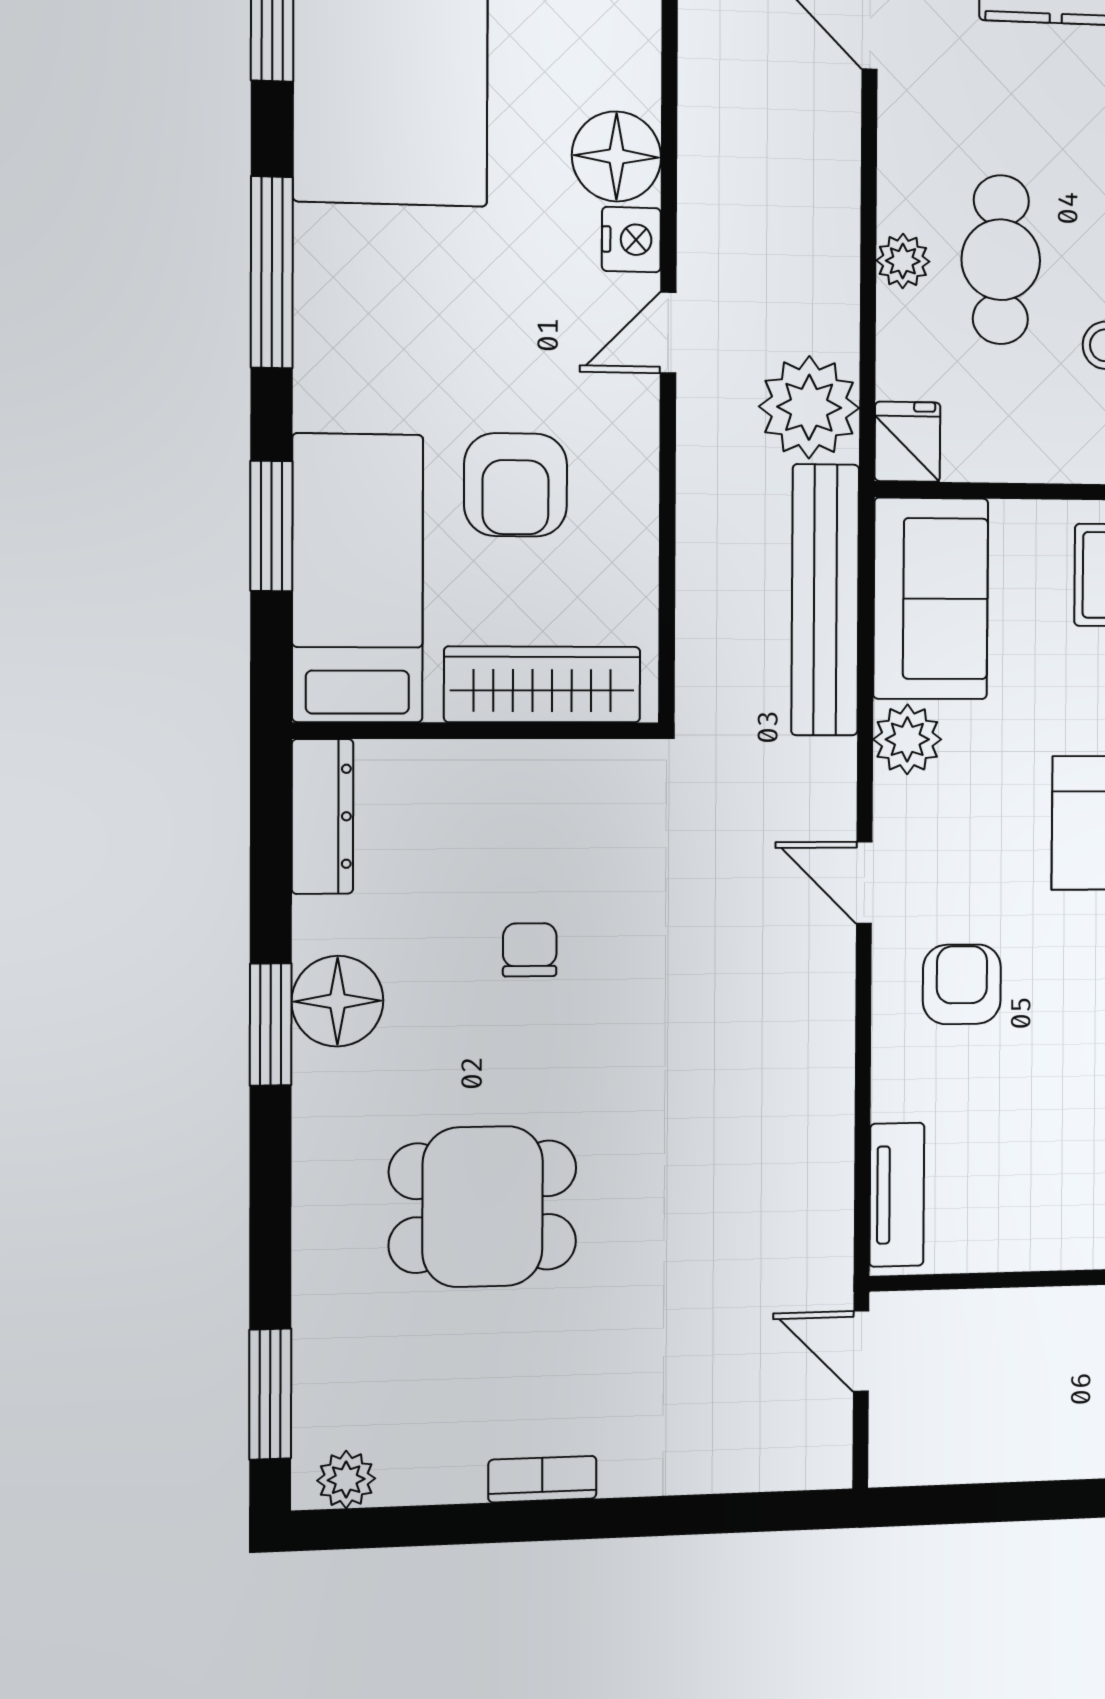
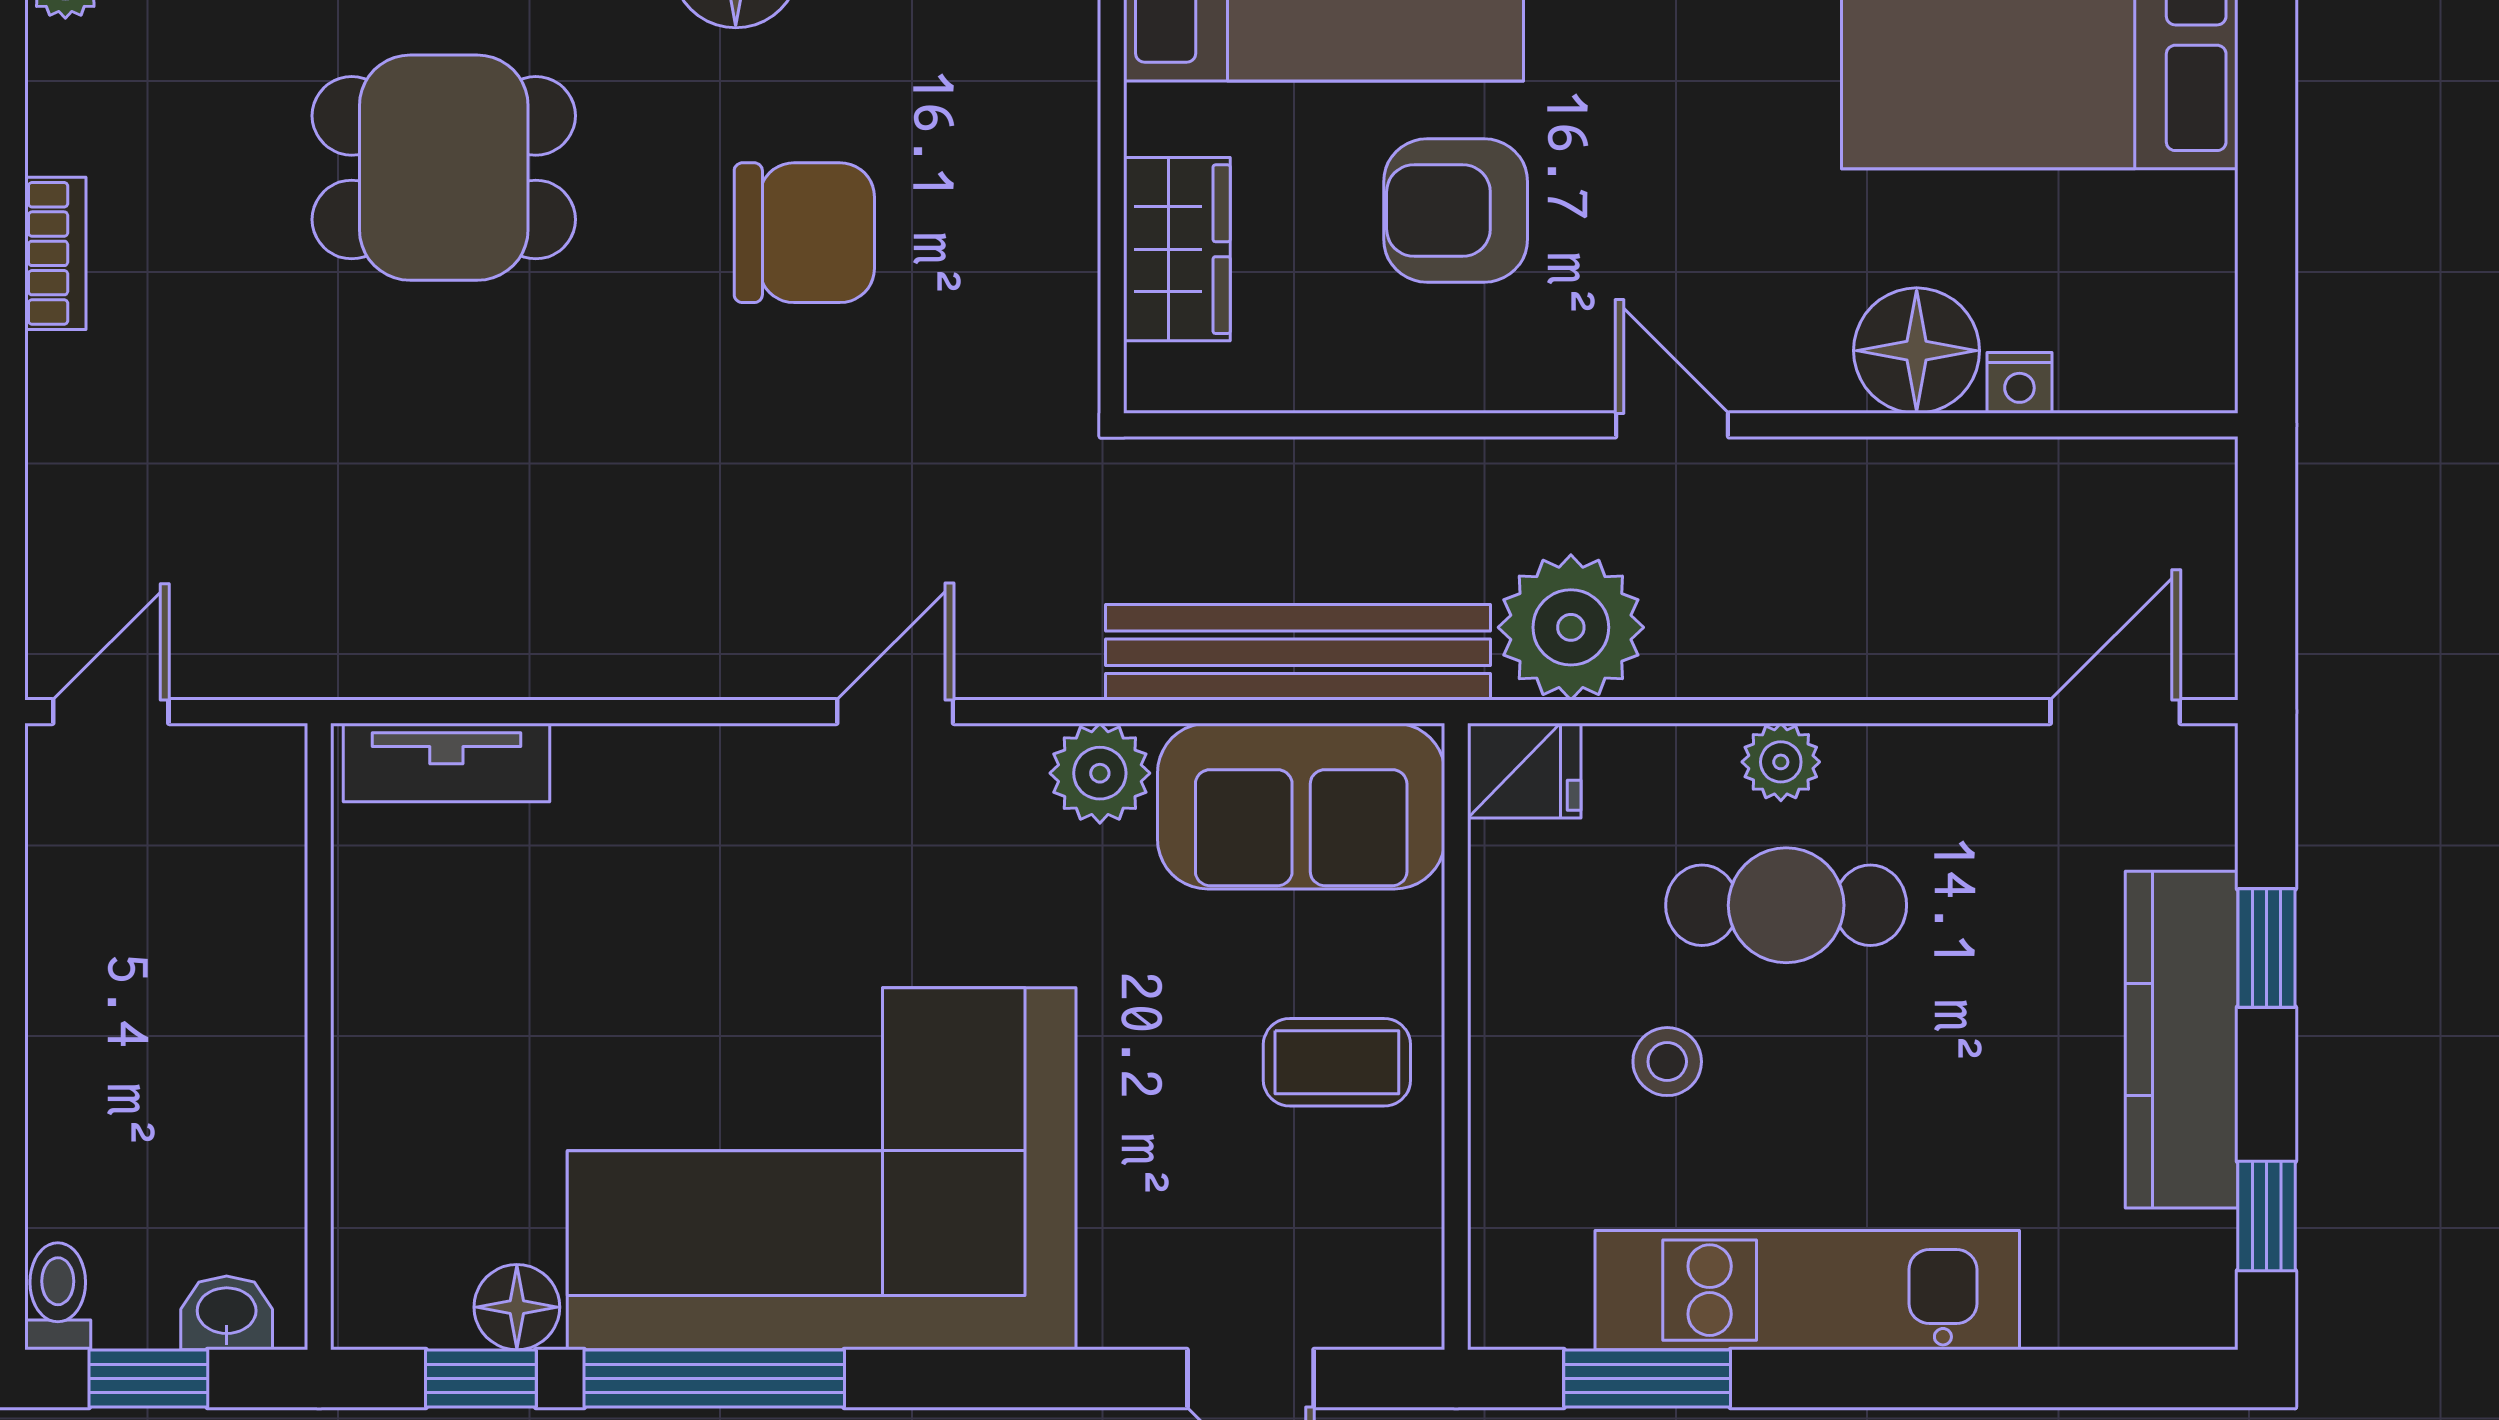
nightstand: (631, 240) -> (2019, 383), moved, width x0.72, depth x0.74
wardrobe: (542, 684) -> (1177, 249), width x0.67
chair: (530, 950) -> (804, 233), width x1.87, depth x1.87
armchair: (962, 984) -> (748, 856), removed
dining table: (483, 1207) -> (444, 168), turned 90
door: (861, 1351) -> (111, 712), moved

